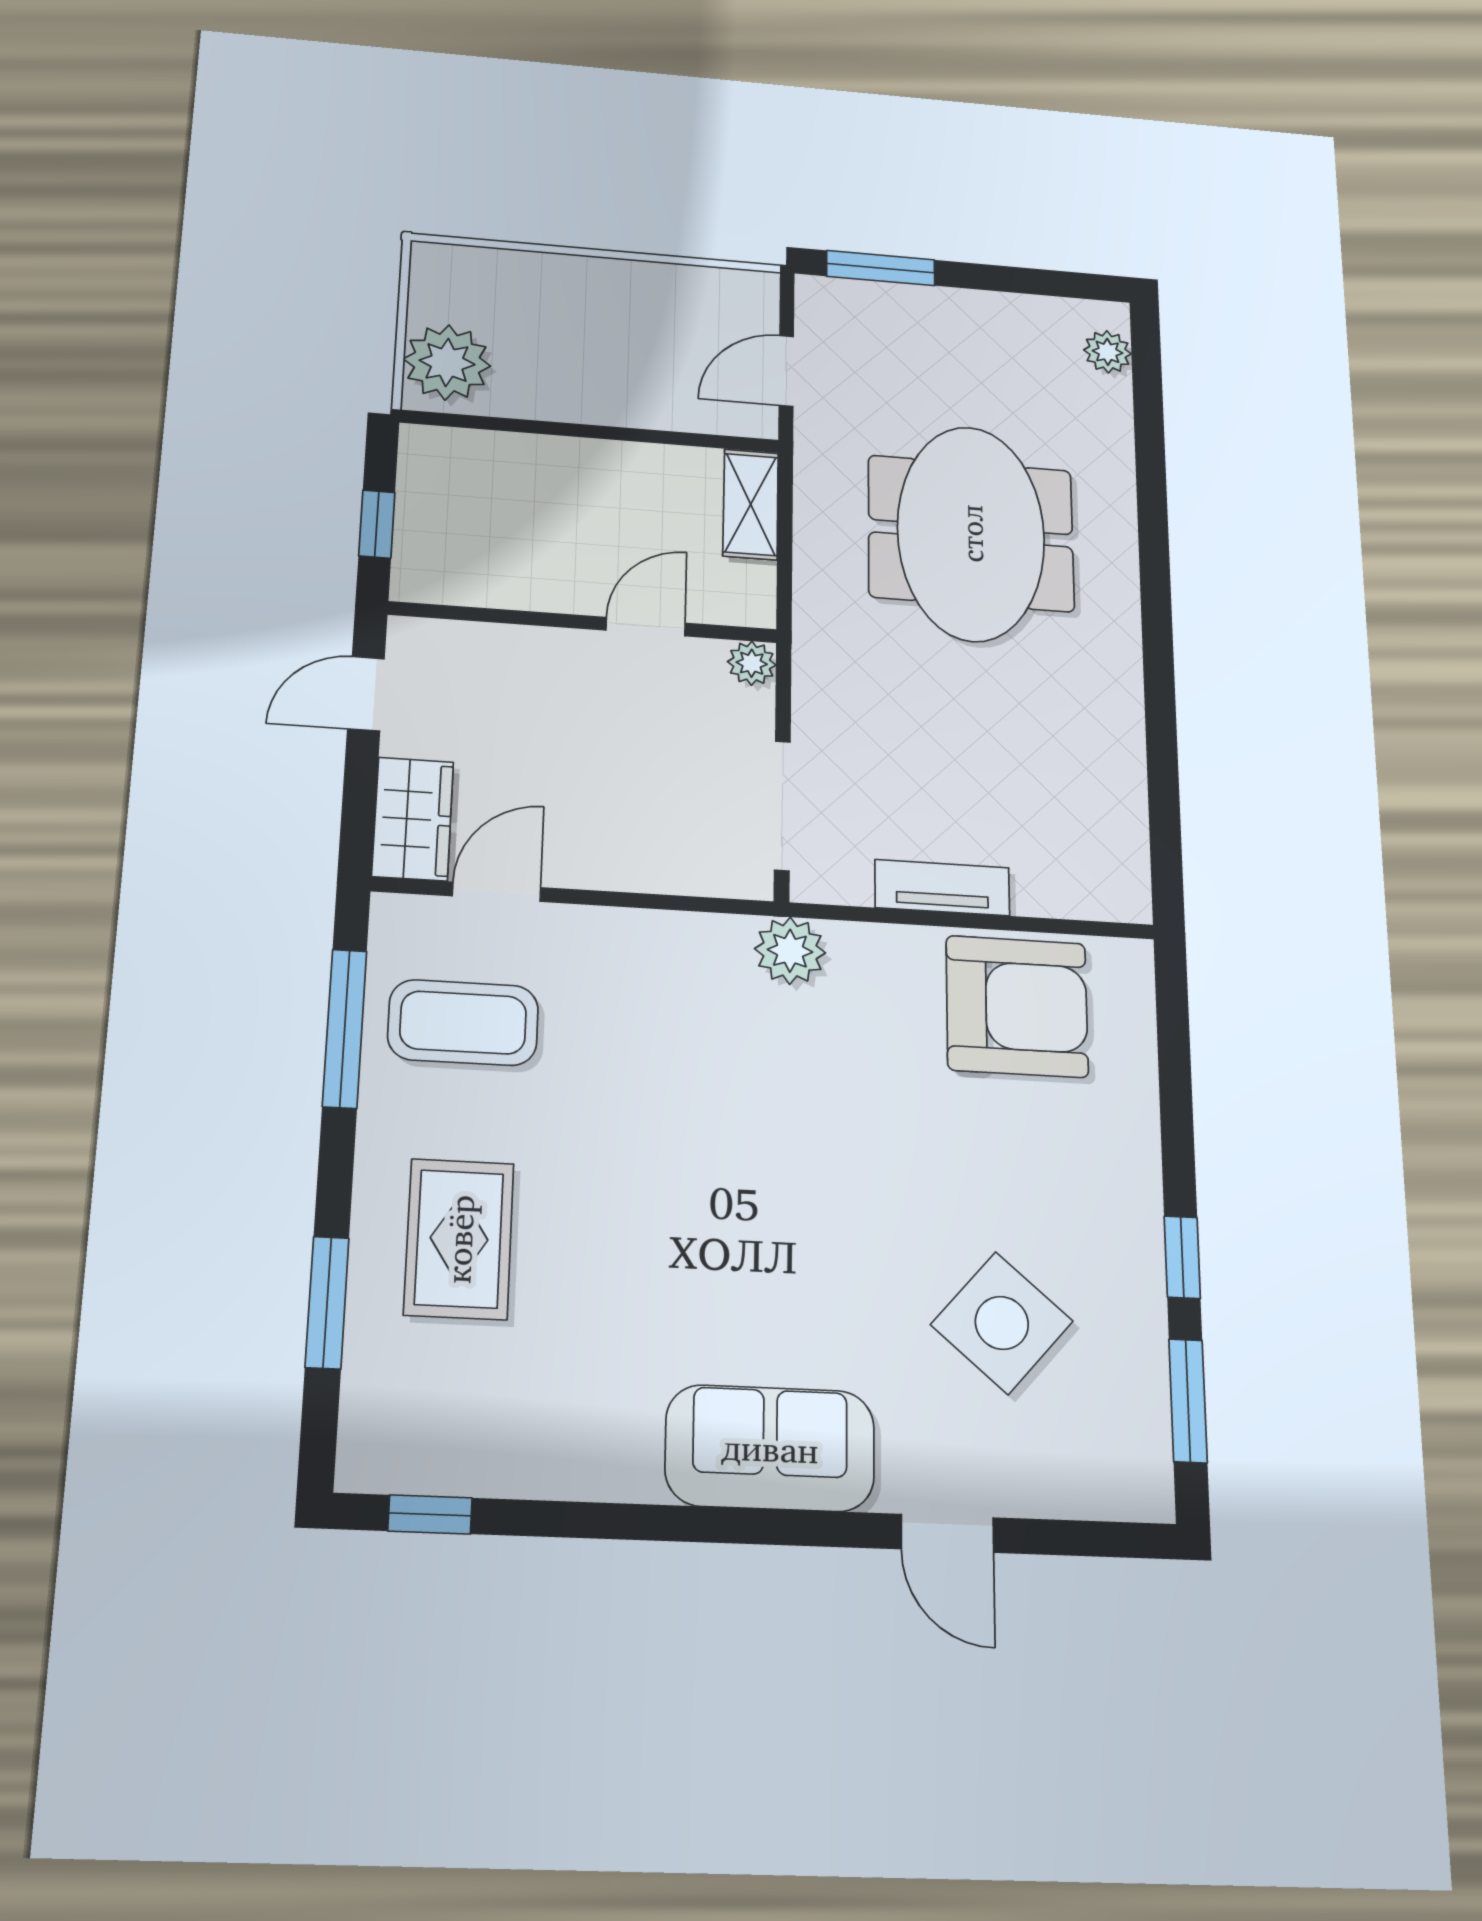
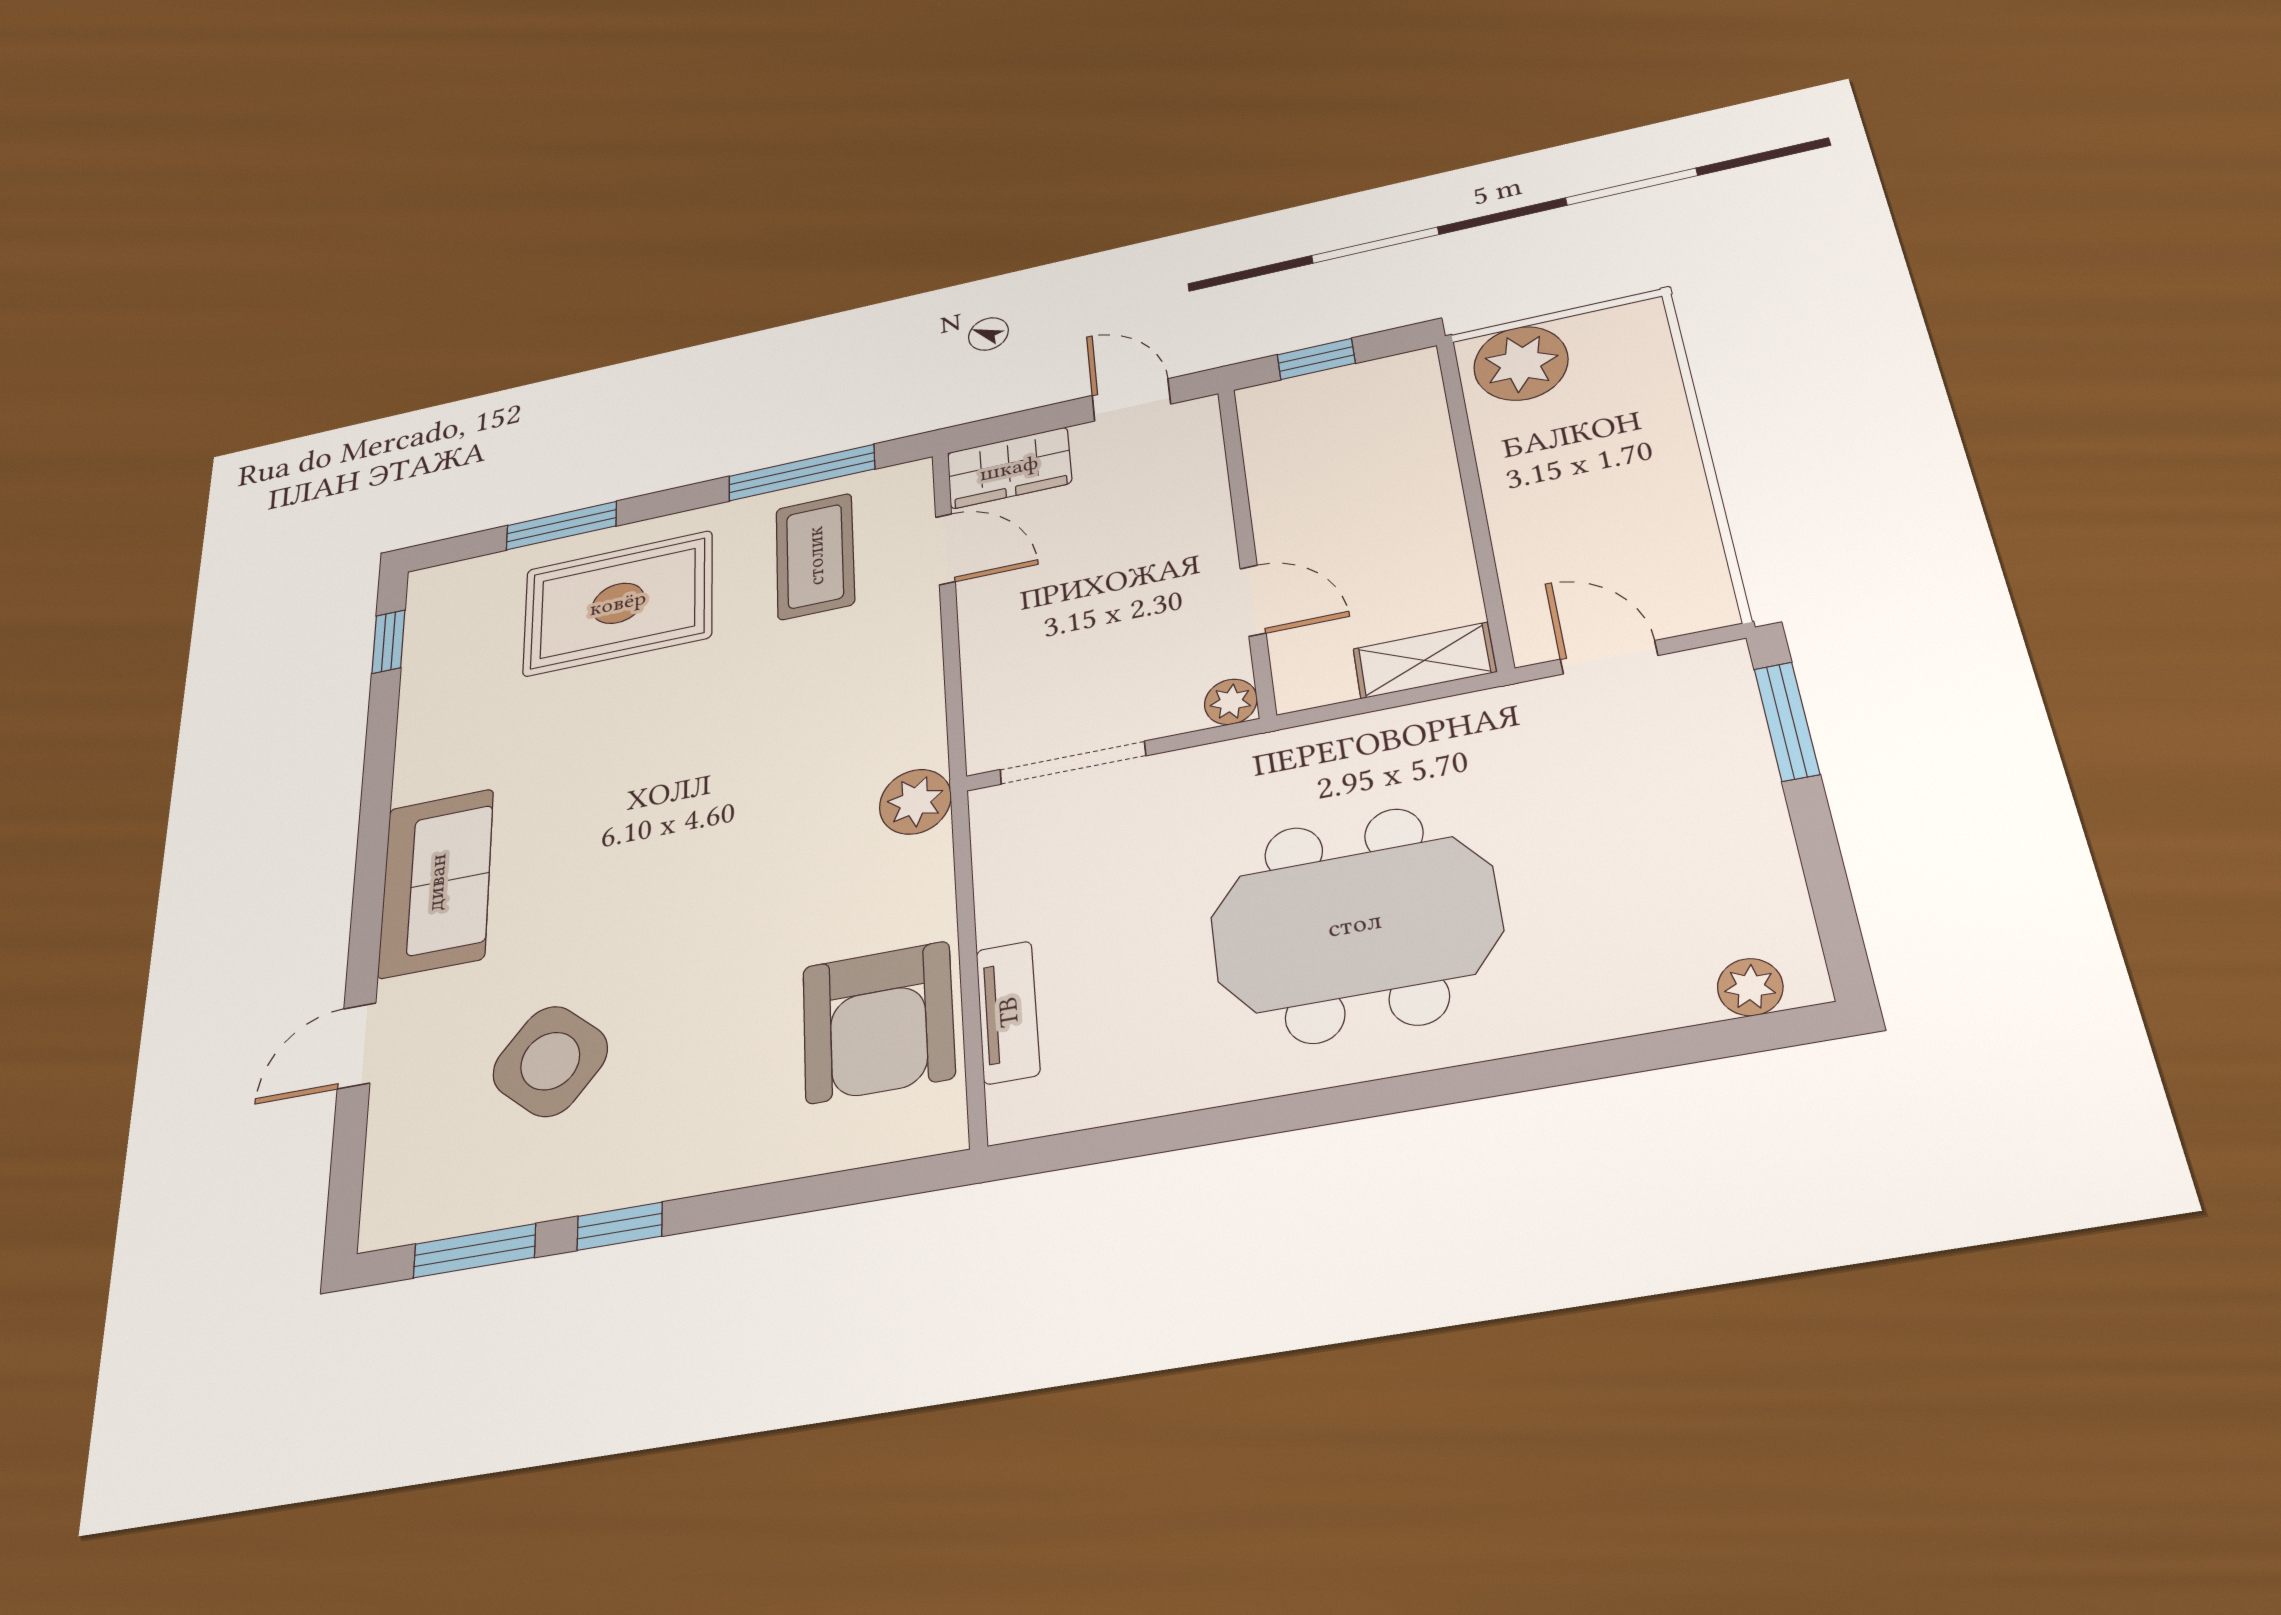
meeting table: (971, 533) -> (1355, 924), moved
tv unit: (942, 888) -> (1008, 1012), moved
rug: (459, 1239) -> (618, 603), width x1.36, depth x1.43

